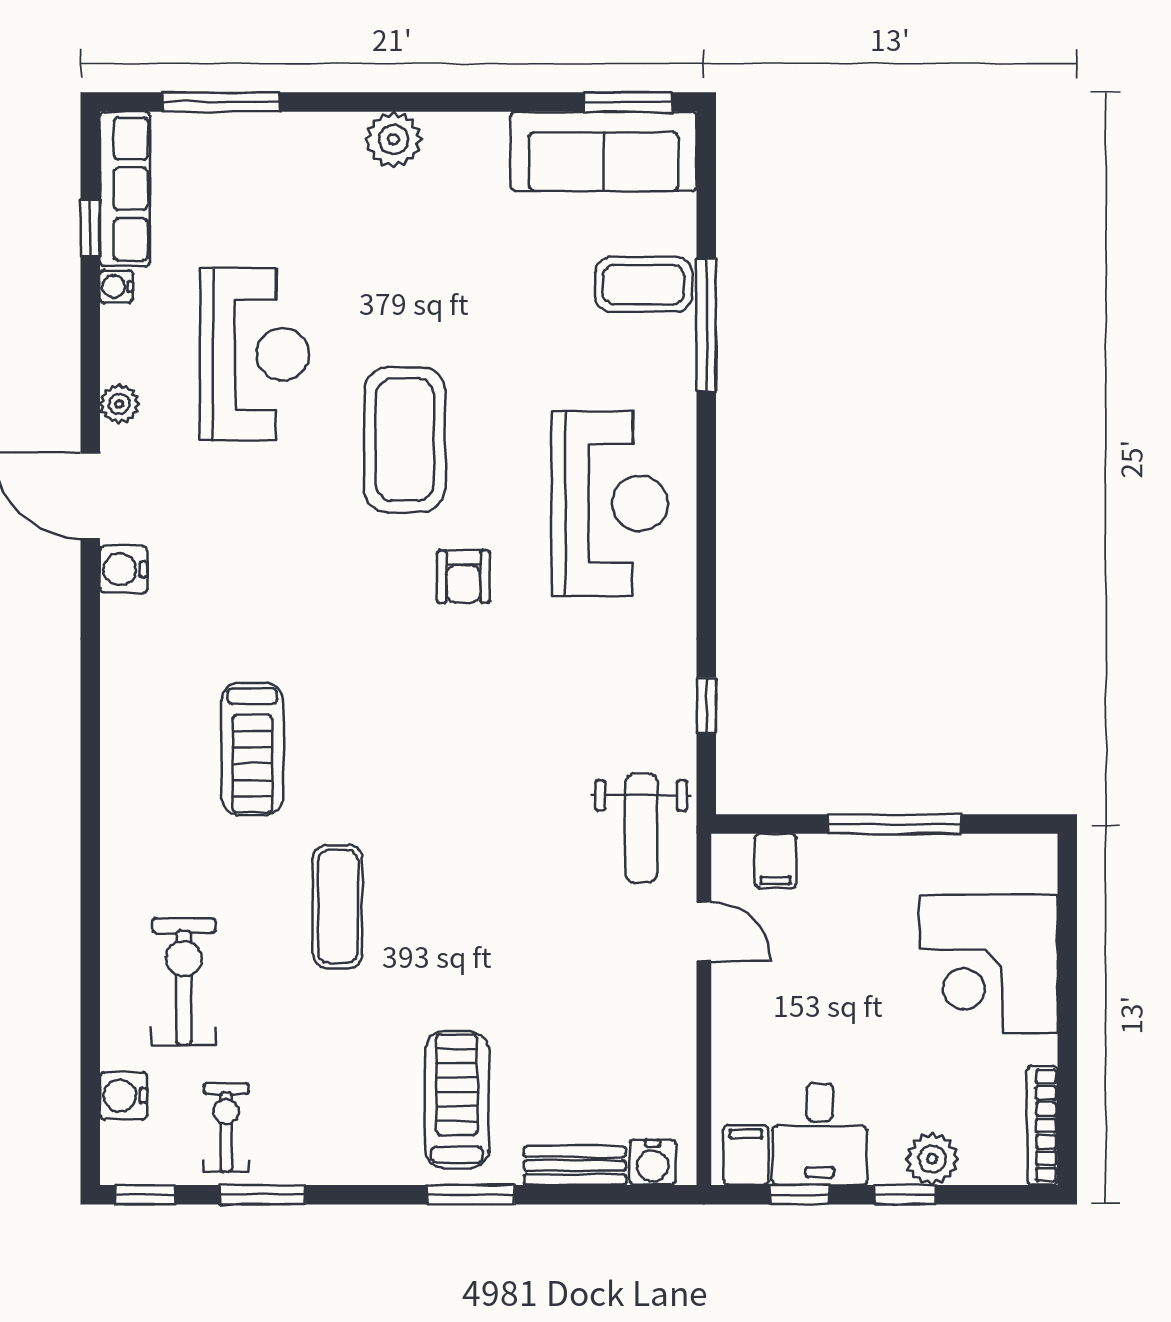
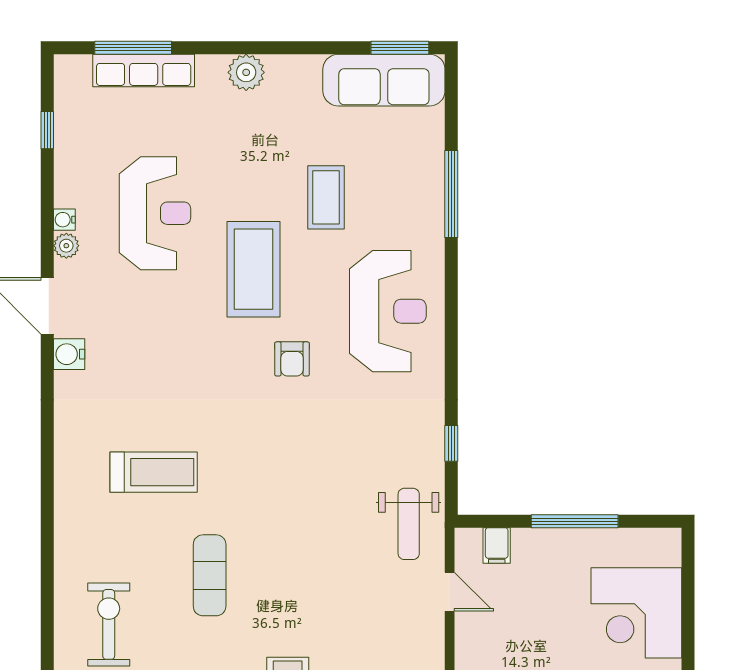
row of seats: (125, 189) -> (144, 71), moved, turned 90
coffee table: (644, 284) -> (326, 197), moved, turned 90
water cooler: (116, 287) -> (64, 220), moved
treadmill: (252, 749) -> (154, 472), turned -90

